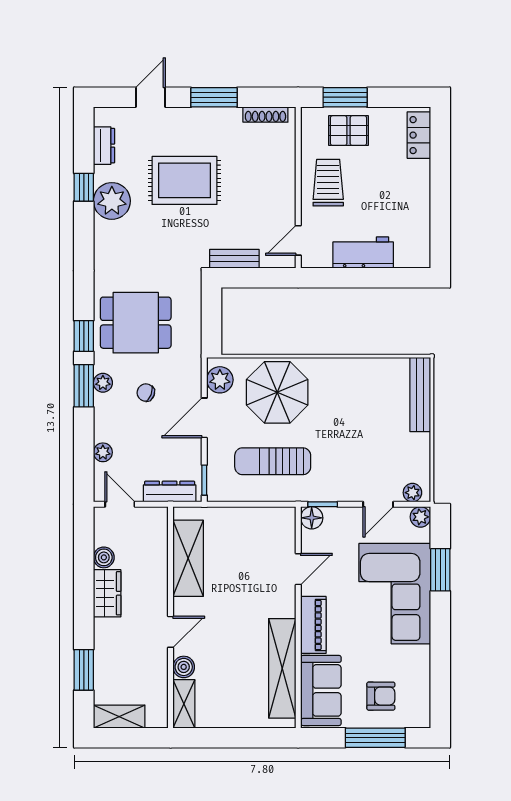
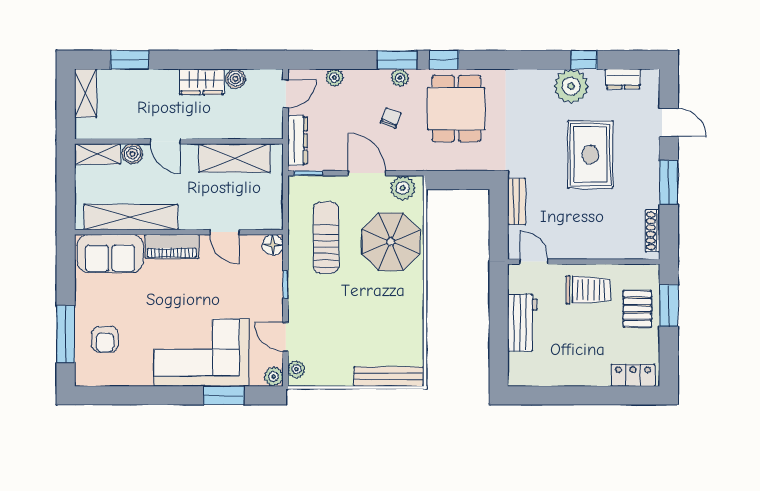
floor lamp: (312, 518) -> (273, 245), moved
door: (298, 569) -> (225, 232), moved
wall: (298, 617) -> (179, 232), moved
piano: (313, 625) -> (172, 246), moved
shelving: (282, 668) -> (131, 217), moved
sofa: (321, 690) -> (110, 253), moved

